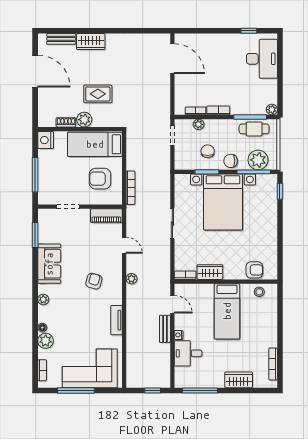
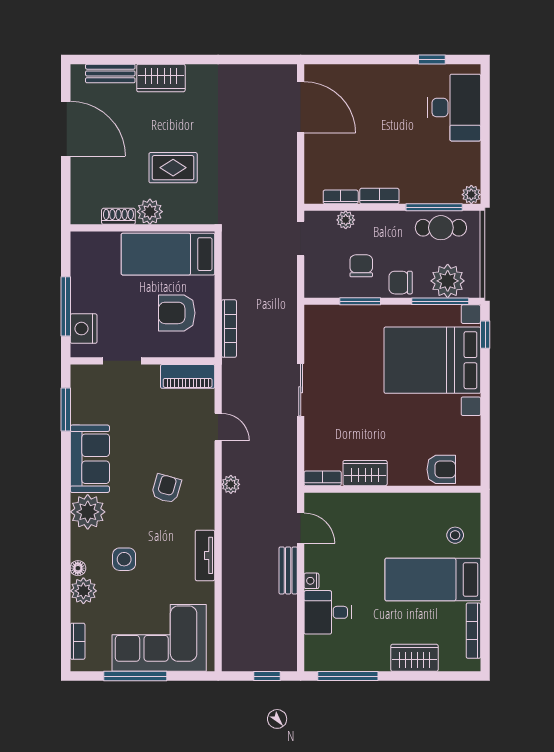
nightstand: (46, 140) -> (84, 329), moved
bed with nightstands: (223, 202) -> (432, 360), moved, turned 90
stool: (259, 292) -> (455, 535), moved
plant: (43, 299) -> (88, 512), width x1.87, depth x1.87
bed: (227, 311) -> (433, 580), moved, turned 90
side table: (69, 322) -> (124, 559), added

